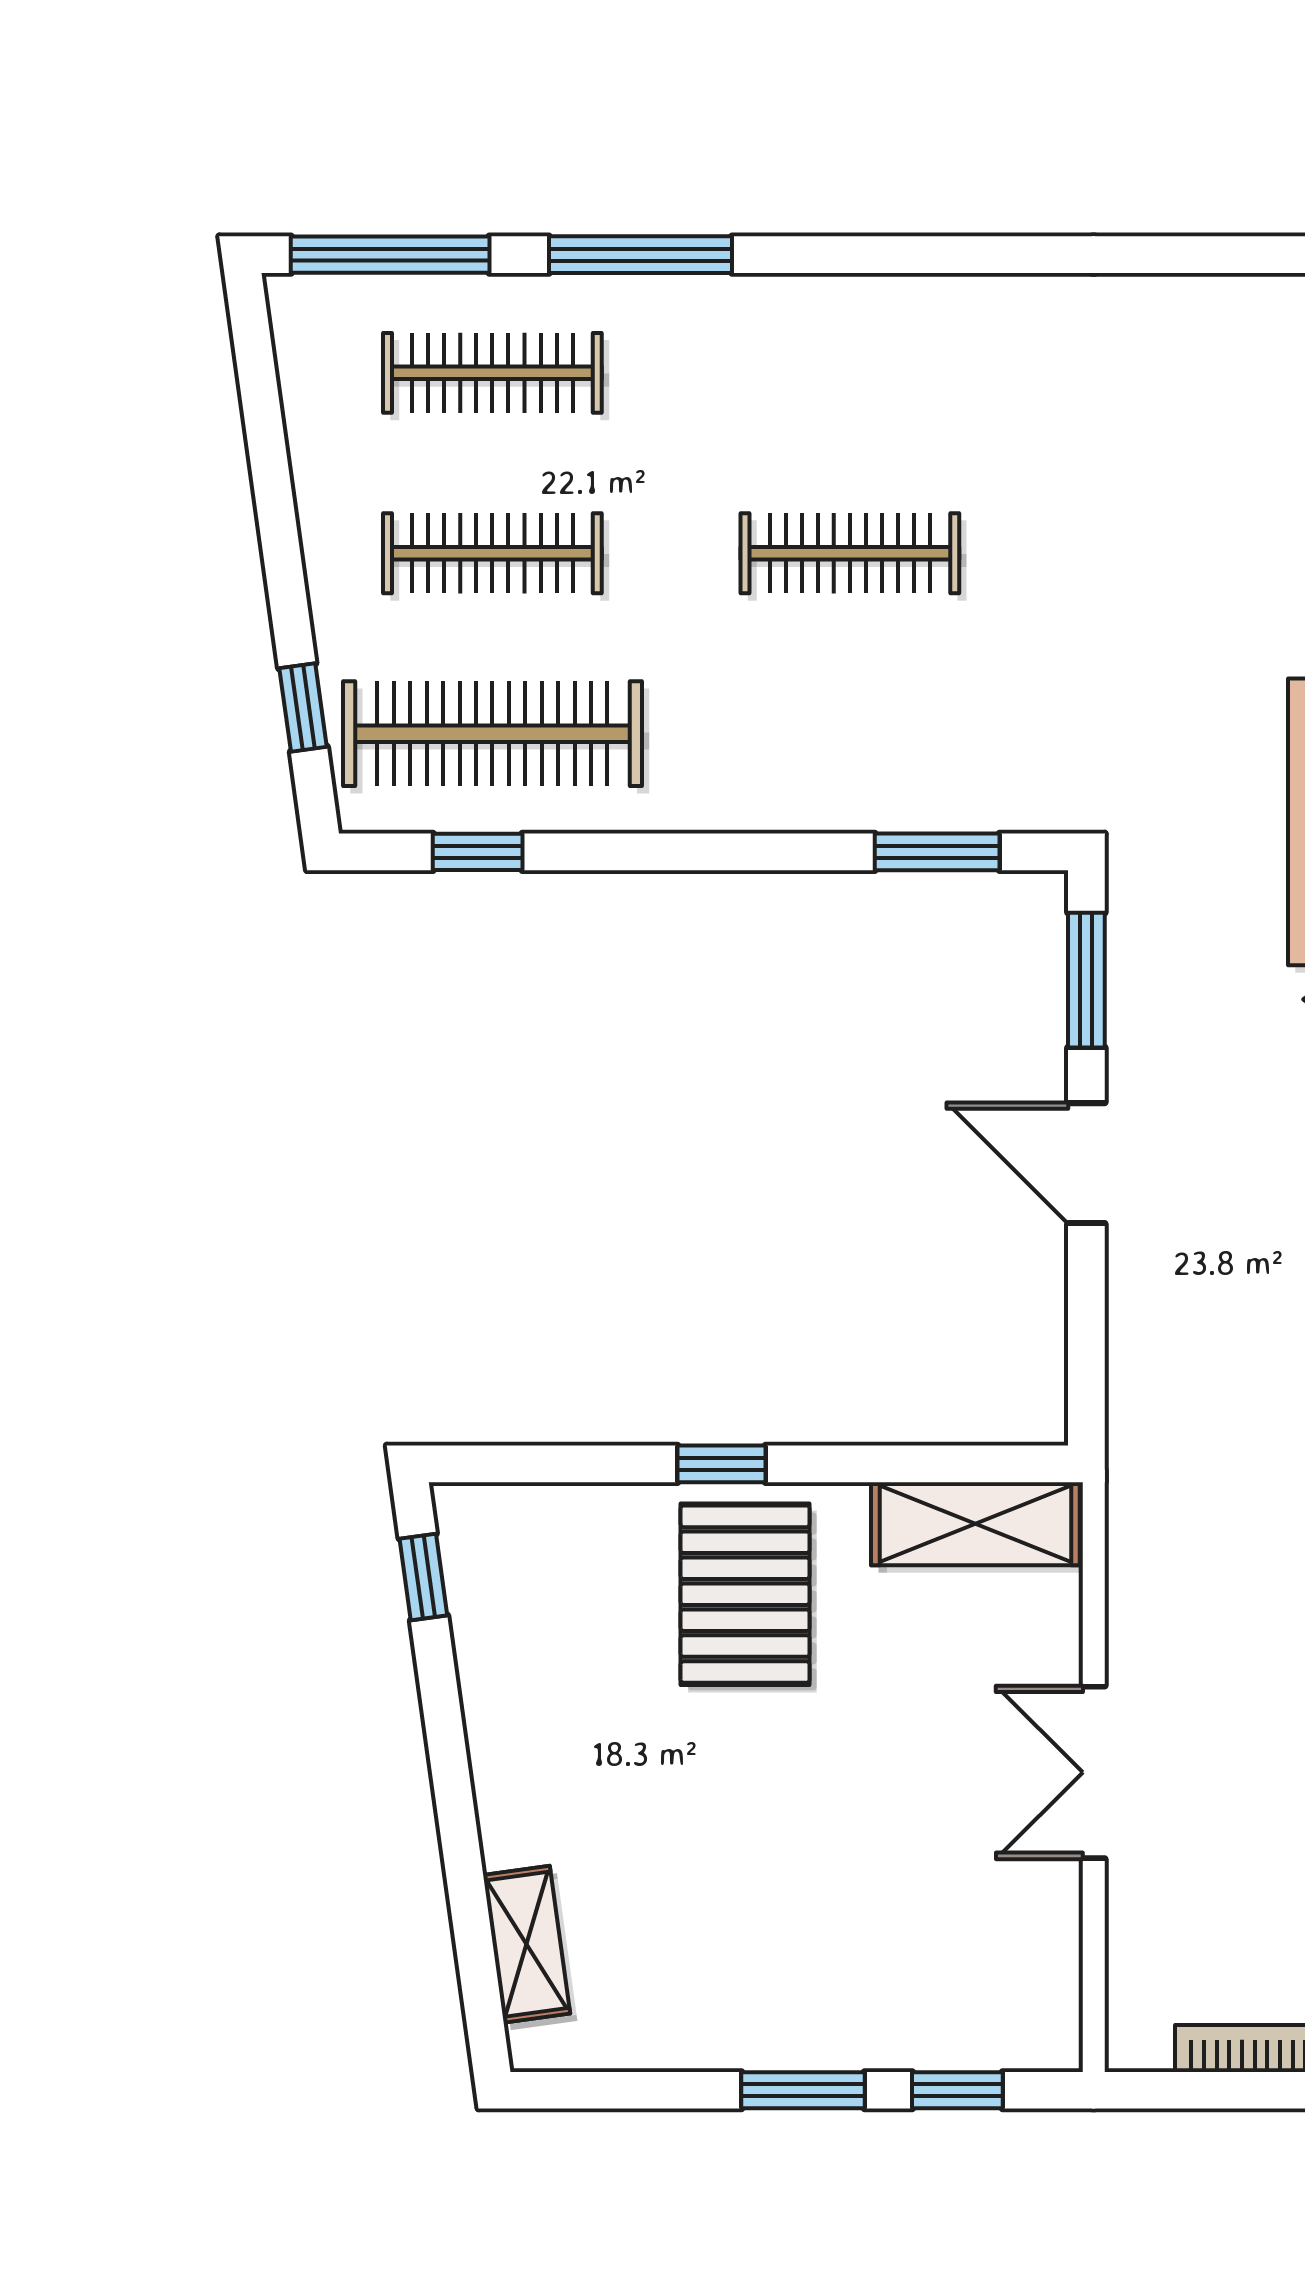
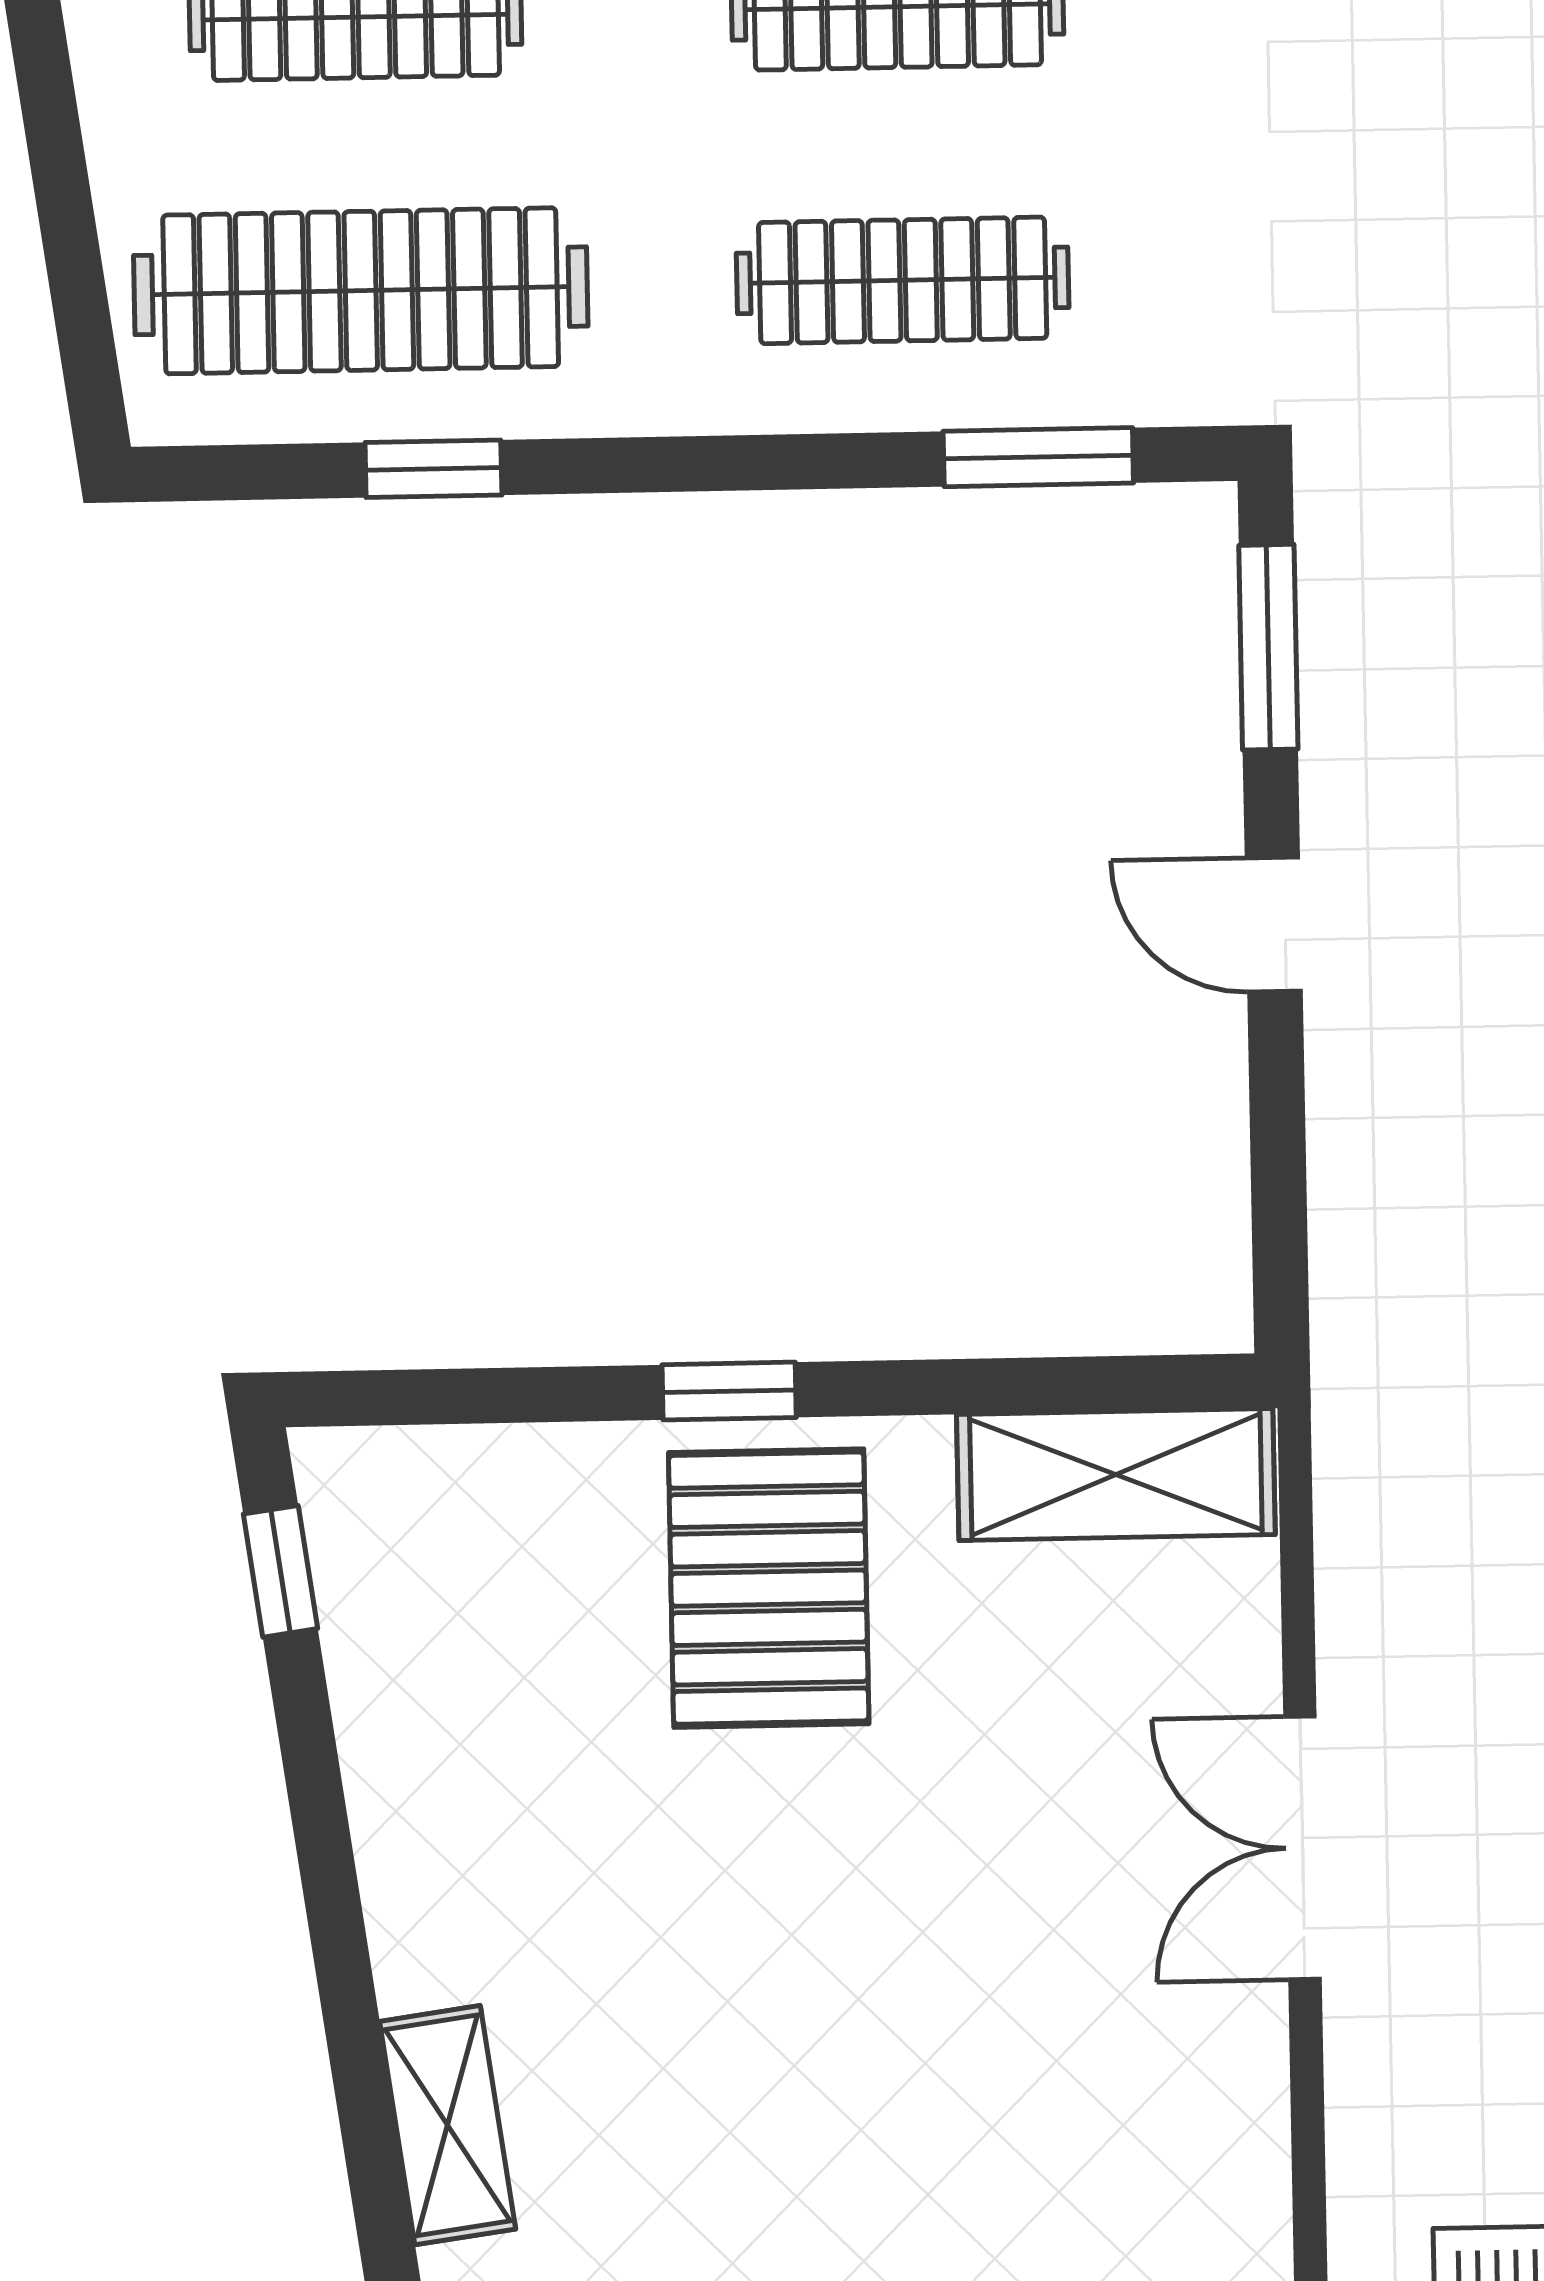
window: (303, 708) -> (73, 257), removed
clothes rail: (850, 734) -> (903, 280), added
window: (478, 852) -> (433, 469), moved
door: (1086, 1163) -> (1274, 925), width x0.73

